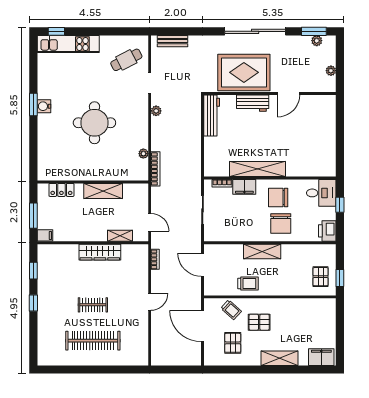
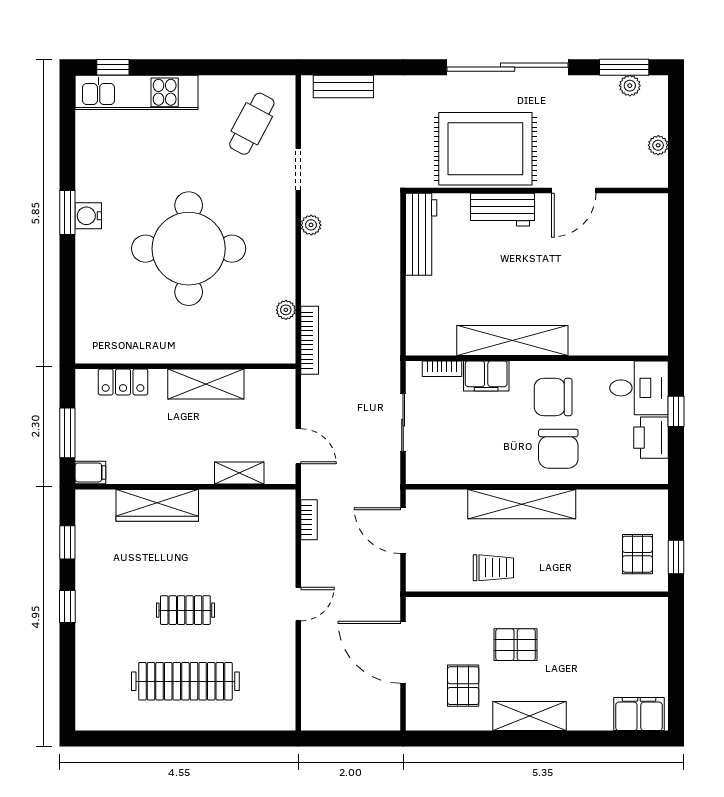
cafe table: (126, 60) -> (252, 124), turned -35
round table: (94, 123) -> (189, 249), width x1.36, depth x1.36
printer: (327, 231) -> (651, 438), moved
shelving: (262, 251) -> (522, 504), width x1.47
wardrobe: (100, 252) -> (157, 505), moved
trolley: (231, 310) -> (460, 620), removed
shelving: (280, 358) -> (530, 716), moved

